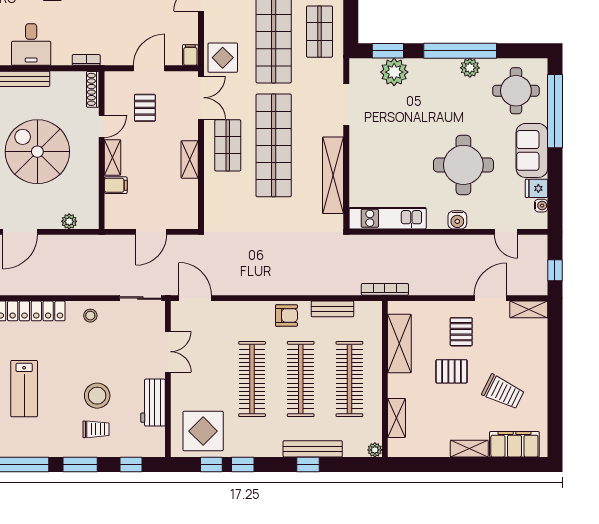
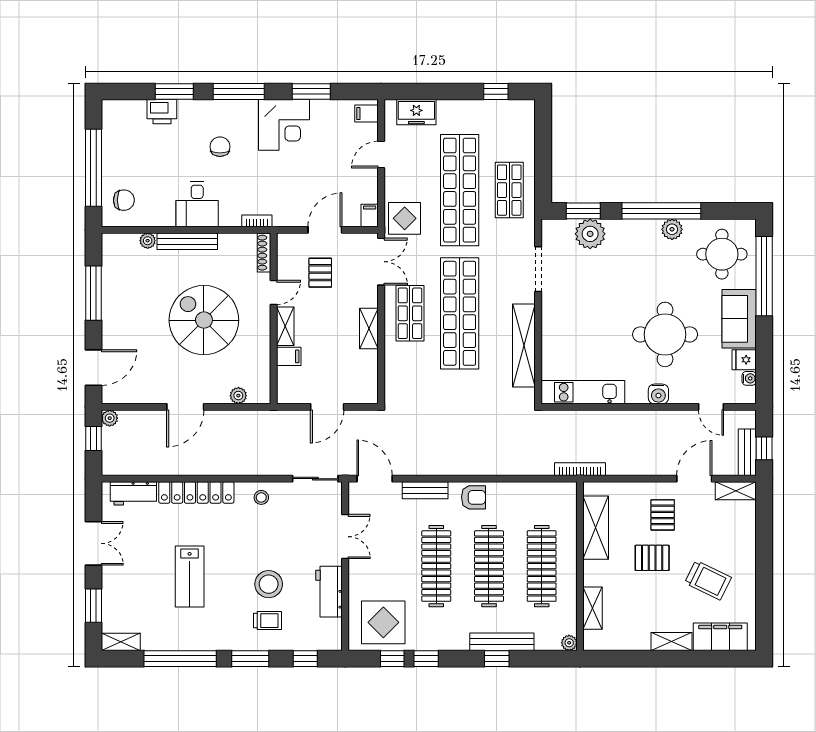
bench: (539, 274) -> (747, 452), added
bench: (332, 309) -> (425, 490), moved

